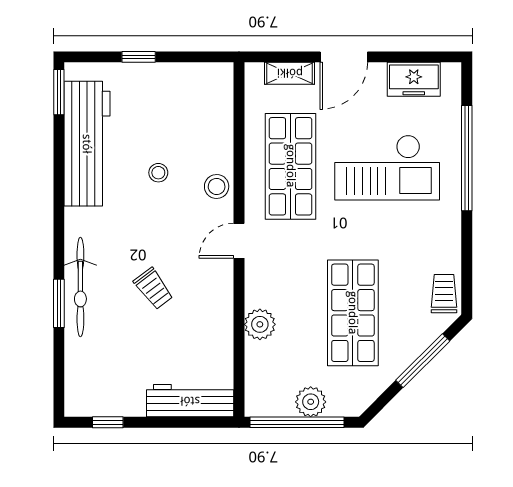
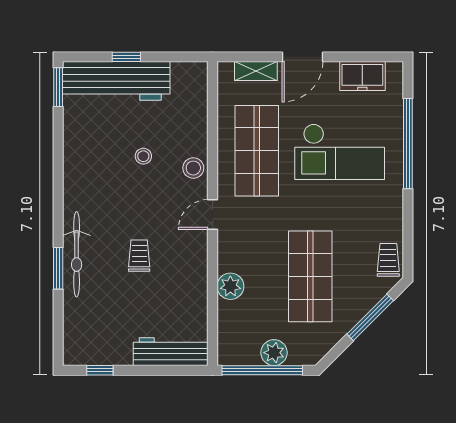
workbench: (87, 144) -> (116, 81), moved, turned 90
trolley: (153, 289) -> (139, 256), turned -143

